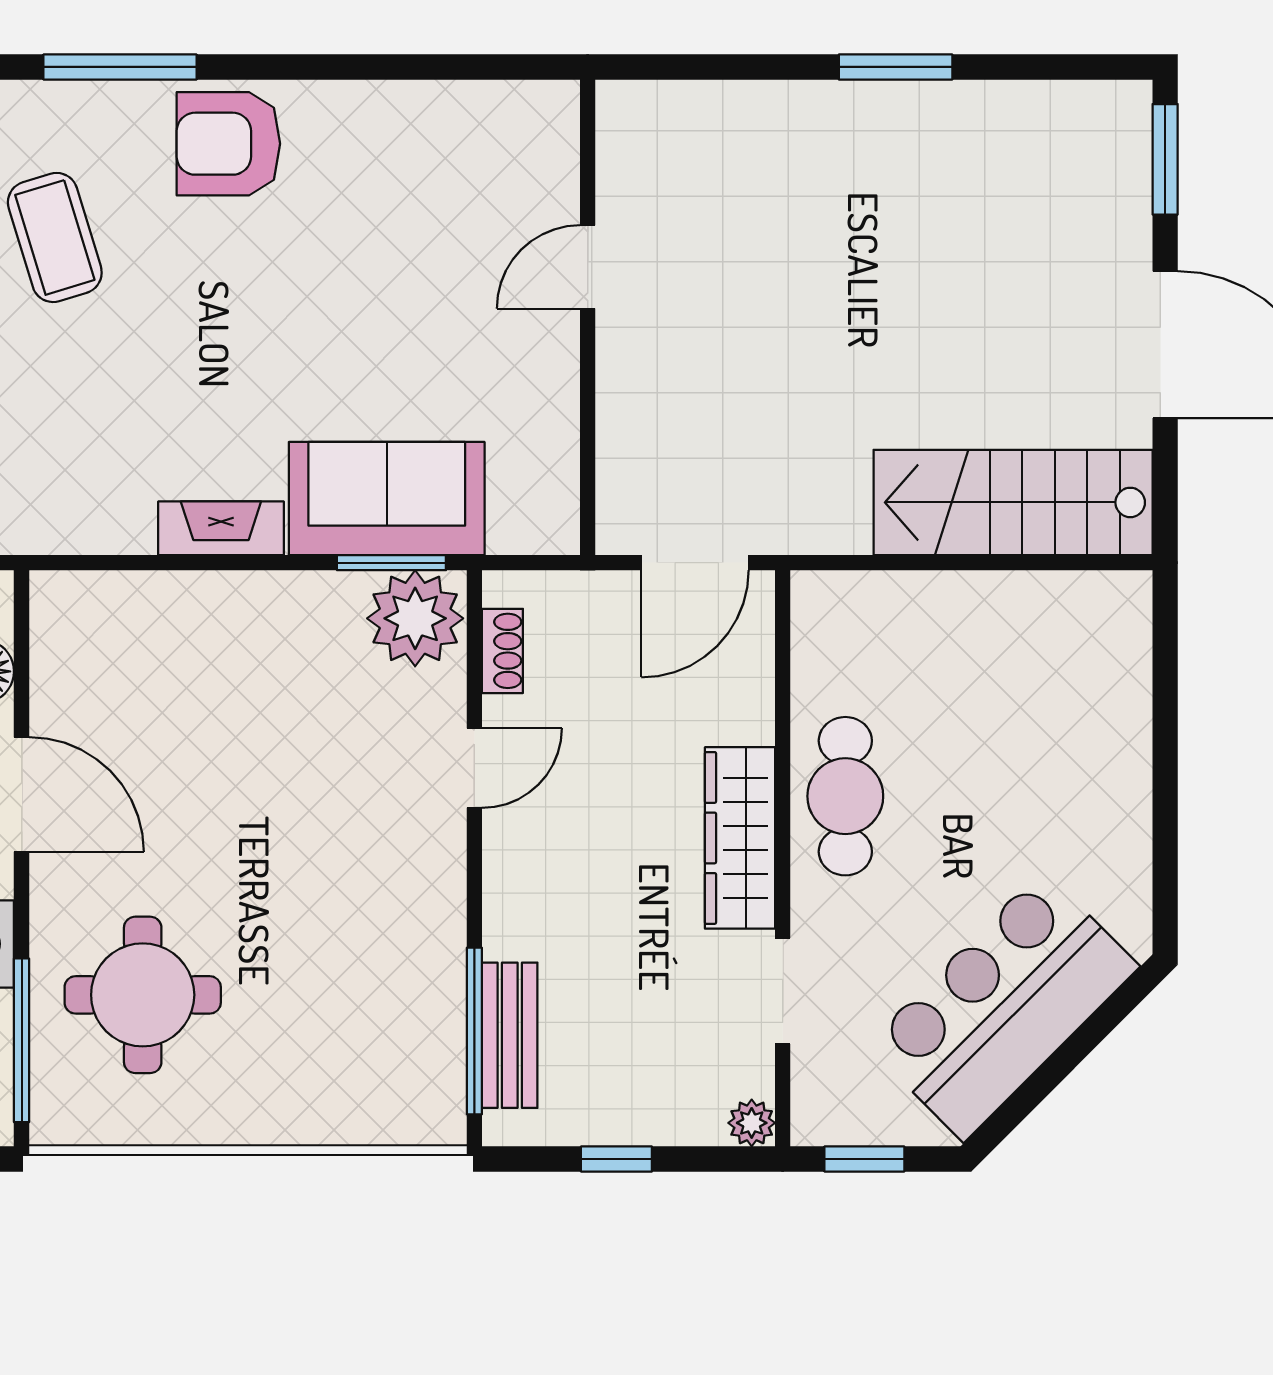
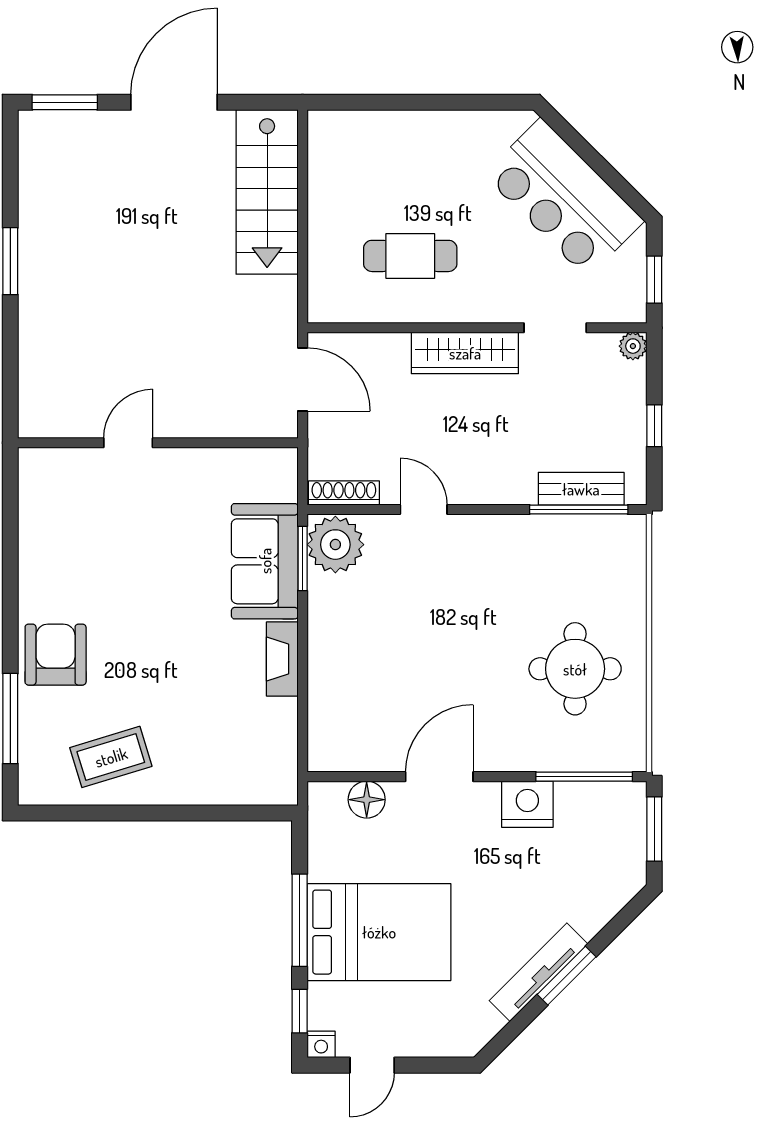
armchair: (228, 144) -> (56, 655), turned 180
door: (588, 267) -> (128, 443), swing flipped
shoe rack: (502, 651) -> (344, 493), width x1.43
cafe table: (845, 796) -> (410, 256), moved
round table: (143, 995) -> (575, 669), moved

